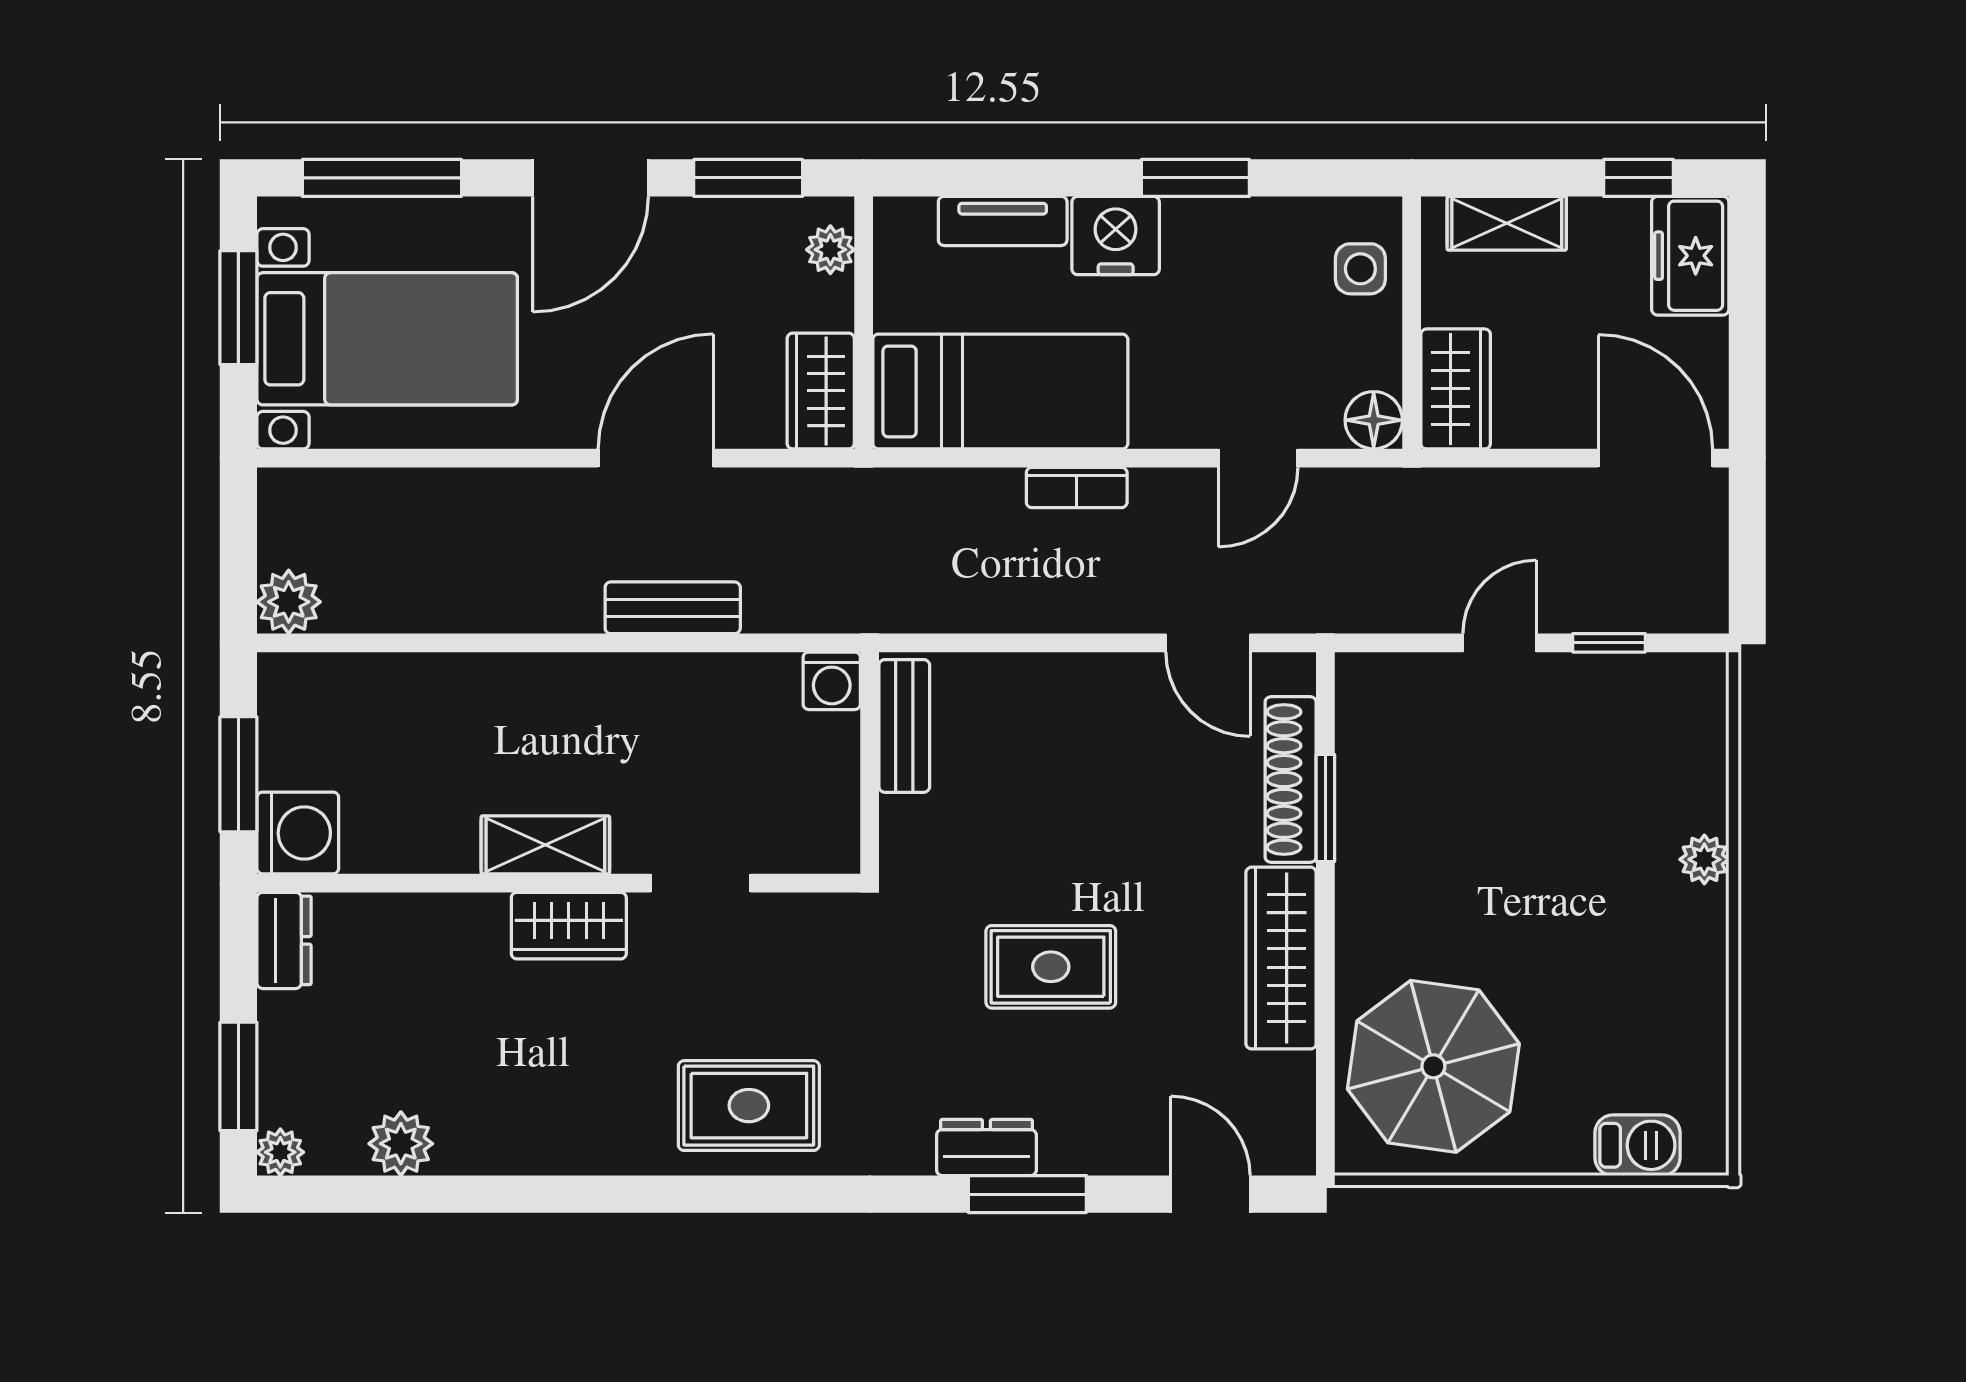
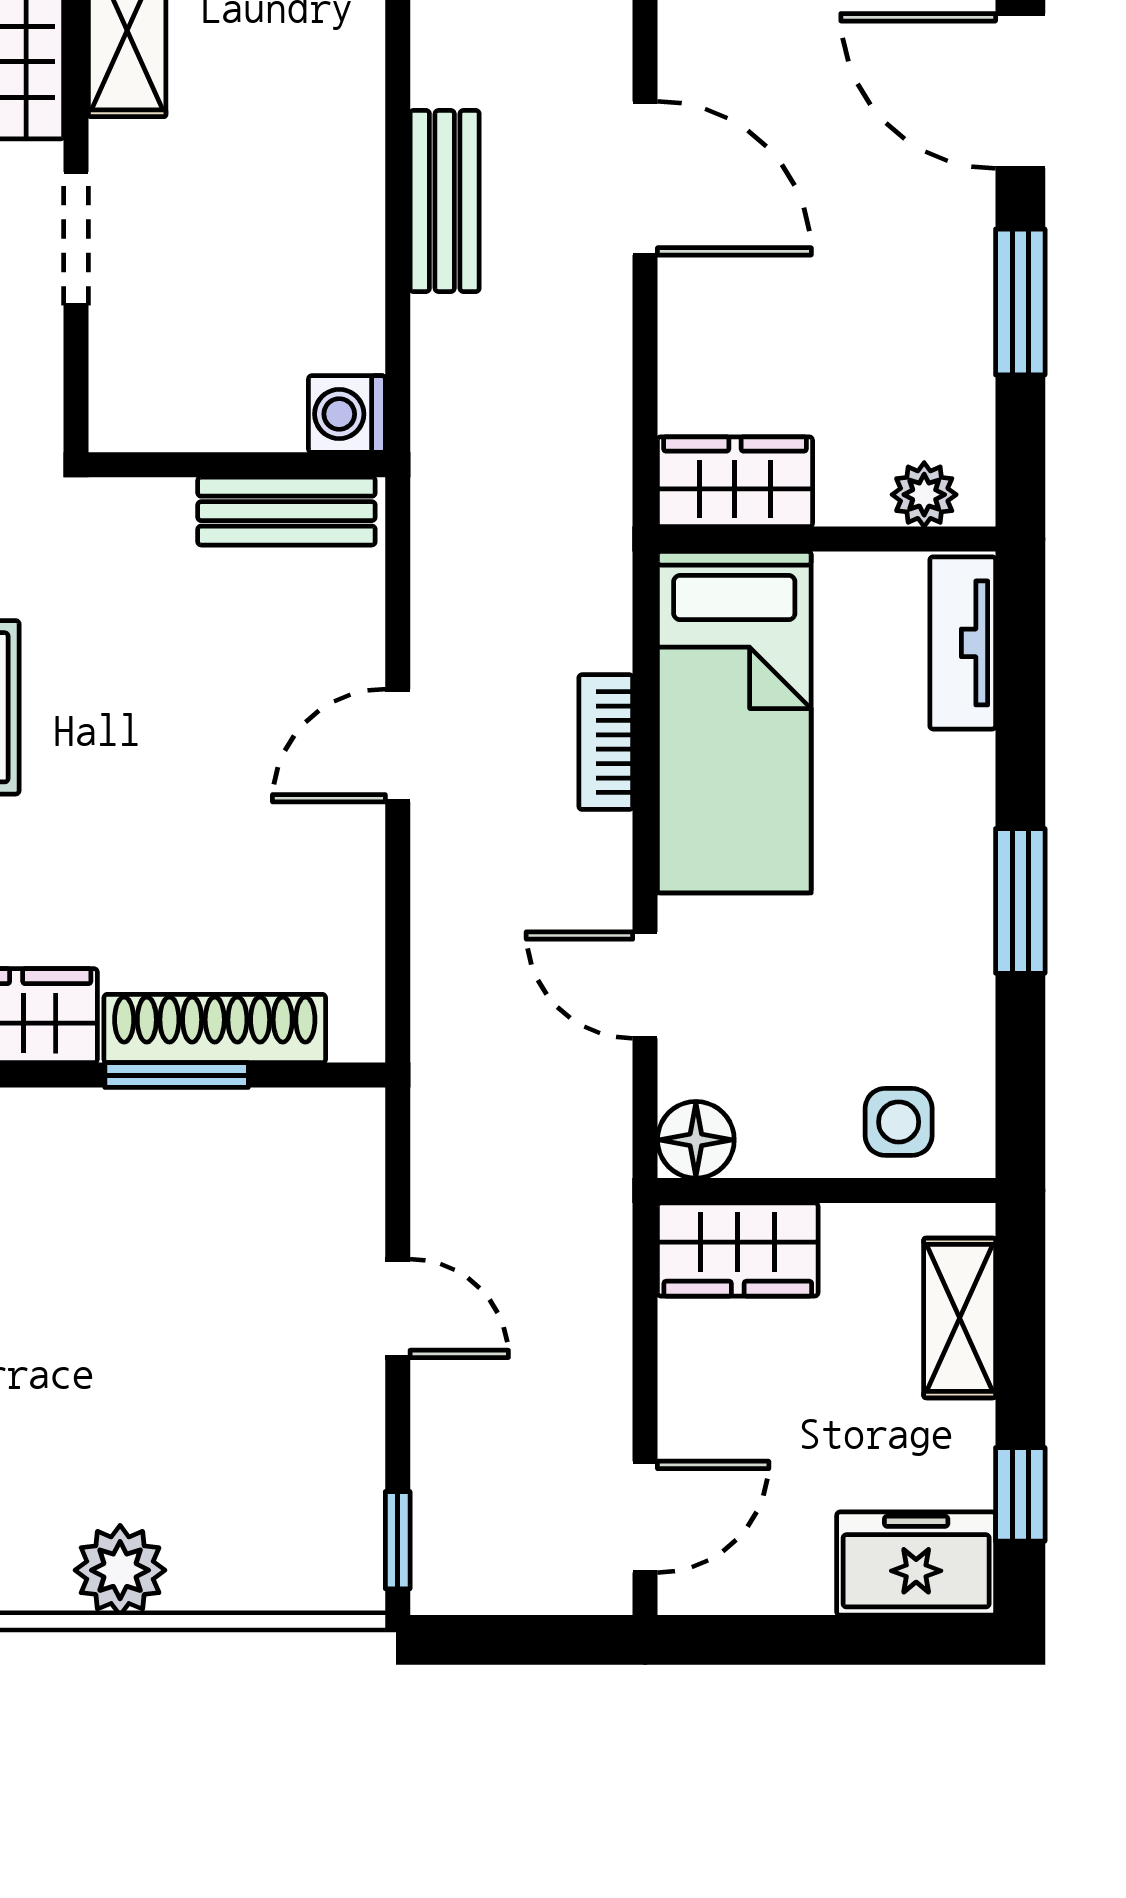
nightstand: (1116, 236) -> (943, 794), removed
plant: (830, 250) -> (924, 495), moved
wall: (864, 323) -> (827, 539), moved
wardrobe: (821, 391) -> (735, 482), moved
bed: (1000, 391) -> (734, 722), moved
door: (1655, 458) -> (645, 1517), width x0.73
door: (1208, 643) -> (398, 745), moved
window: (1609, 643) -> (398, 1540), moved
plant: (1704, 859) -> (120, 1570), width x1.38, depth x1.38

